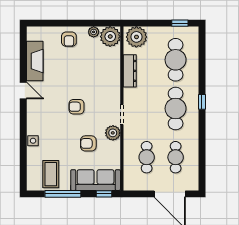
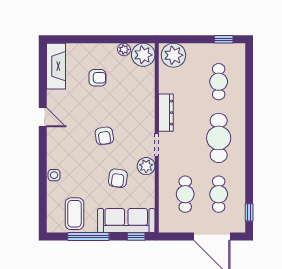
armchair: (69, 39) -> (97, 78), moved, turned -90
cafe table: (176, 60) -> (219, 82), width x0.73, depth x0.74
fireplace: (35, 61) -> (56, 66), moved
dresser: (130, 71) -> (166, 113), moved
window: (202, 102) -> (249, 212), moved
armchair: (77, 107) -> (104, 136), turned -99
armchair: (88, 143) -> (118, 178), turned -82

